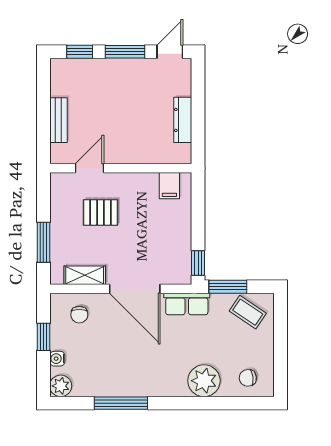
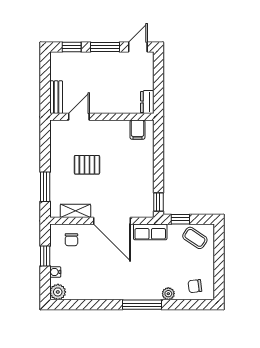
dresser: (183, 120) -> (147, 102), width x0.70
door: (89, 168) -> (79, 117), moved
wall: (121, 168) -> (102, 117), moved
filing cabinet: (169, 186) -> (137, 130), moved
window: (228, 287) -> (180, 219), width x0.67
plant: (204, 381) -> (168, 294), width x0.53, depth x0.53
window: (121, 403) -> (142, 305), moved

